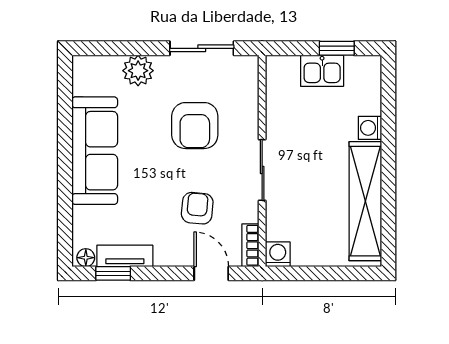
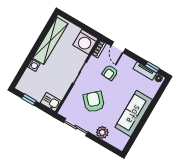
kitchen sink: (322, 71) -> (51, 102), moved
armchair: (195, 126) -> (94, 102), turned -43
washing machine: (278, 254) -> (85, 42), width x1.89, depth x1.89

